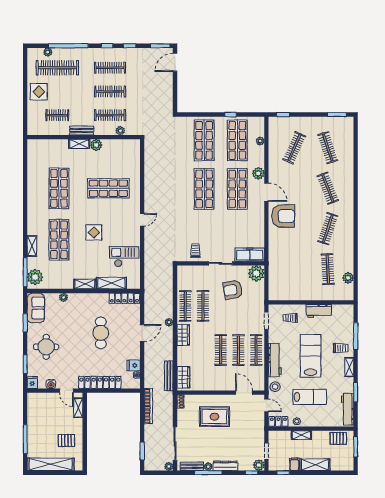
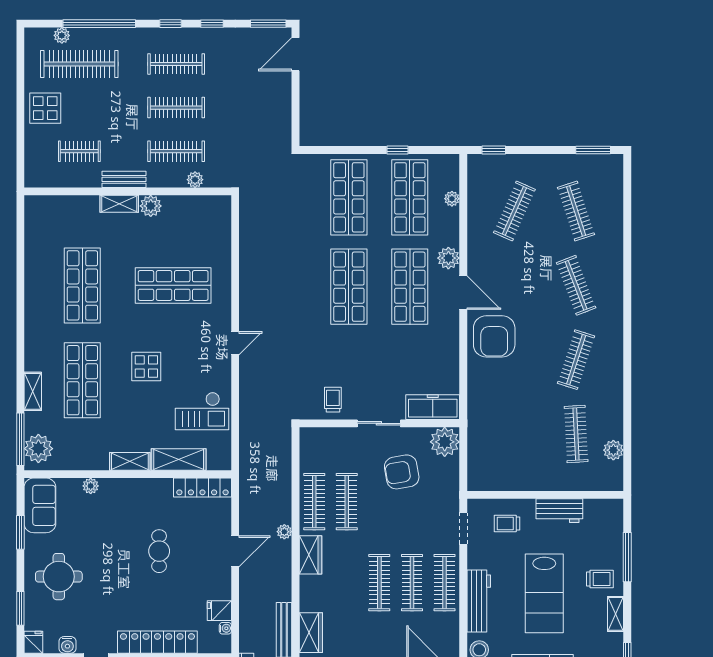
armchair: (283, 216) -> (494, 336), turned 90
checkout: (124, 257) -> (202, 411), turned 180
cafe table: (101, 333) -> (159, 551), width x0.73, depth x0.74
lab bench: (310, 356) -> (544, 593), turned 180

